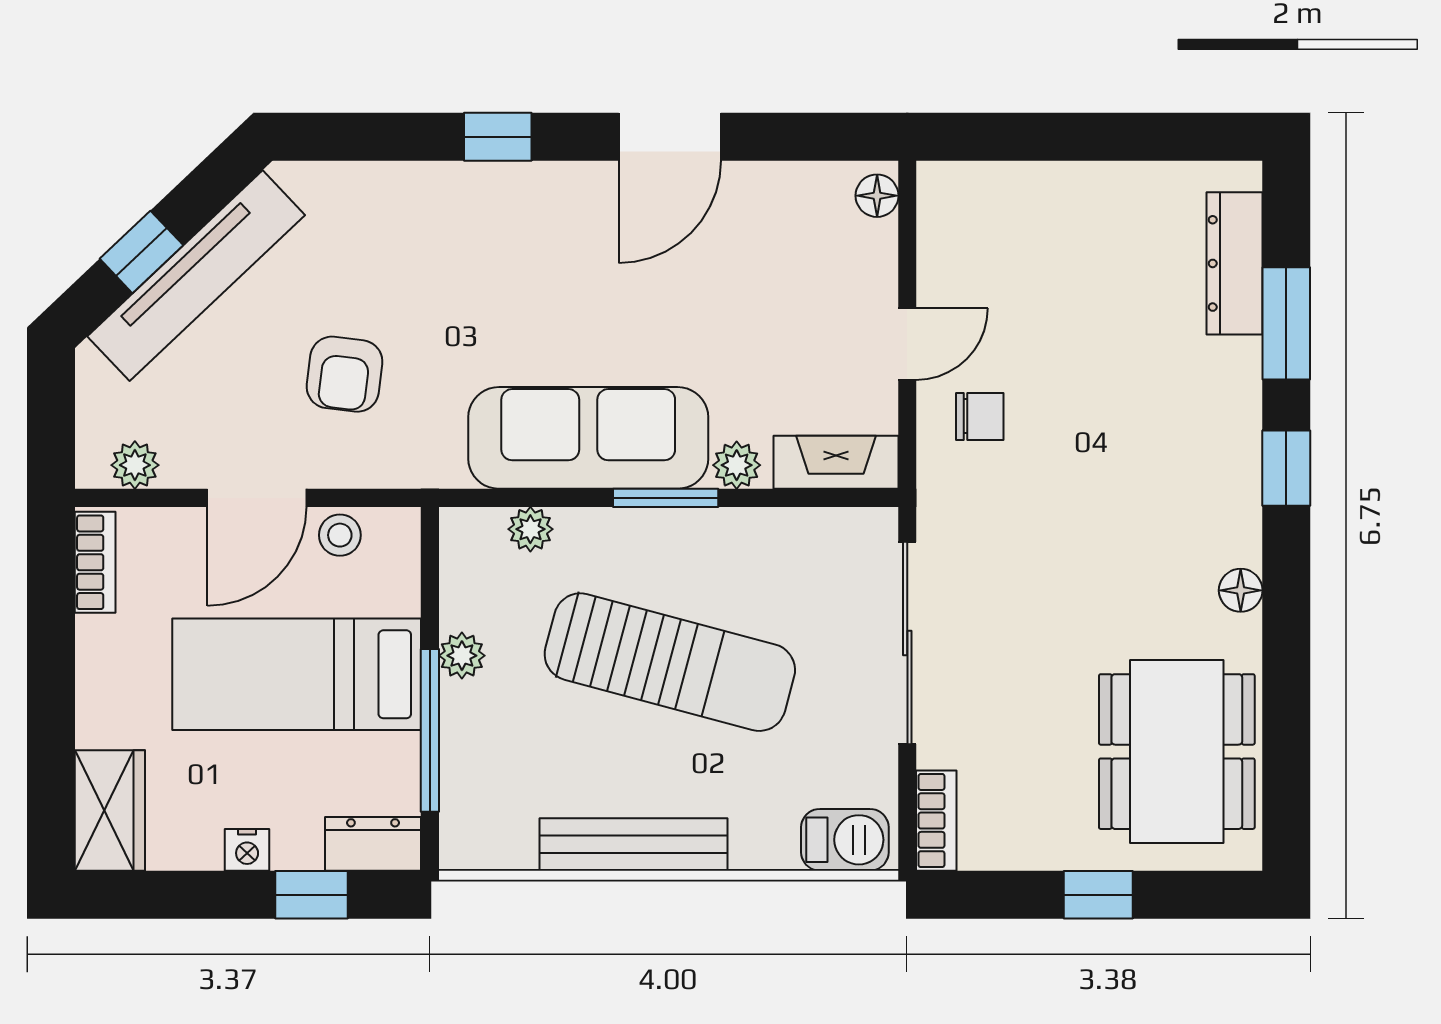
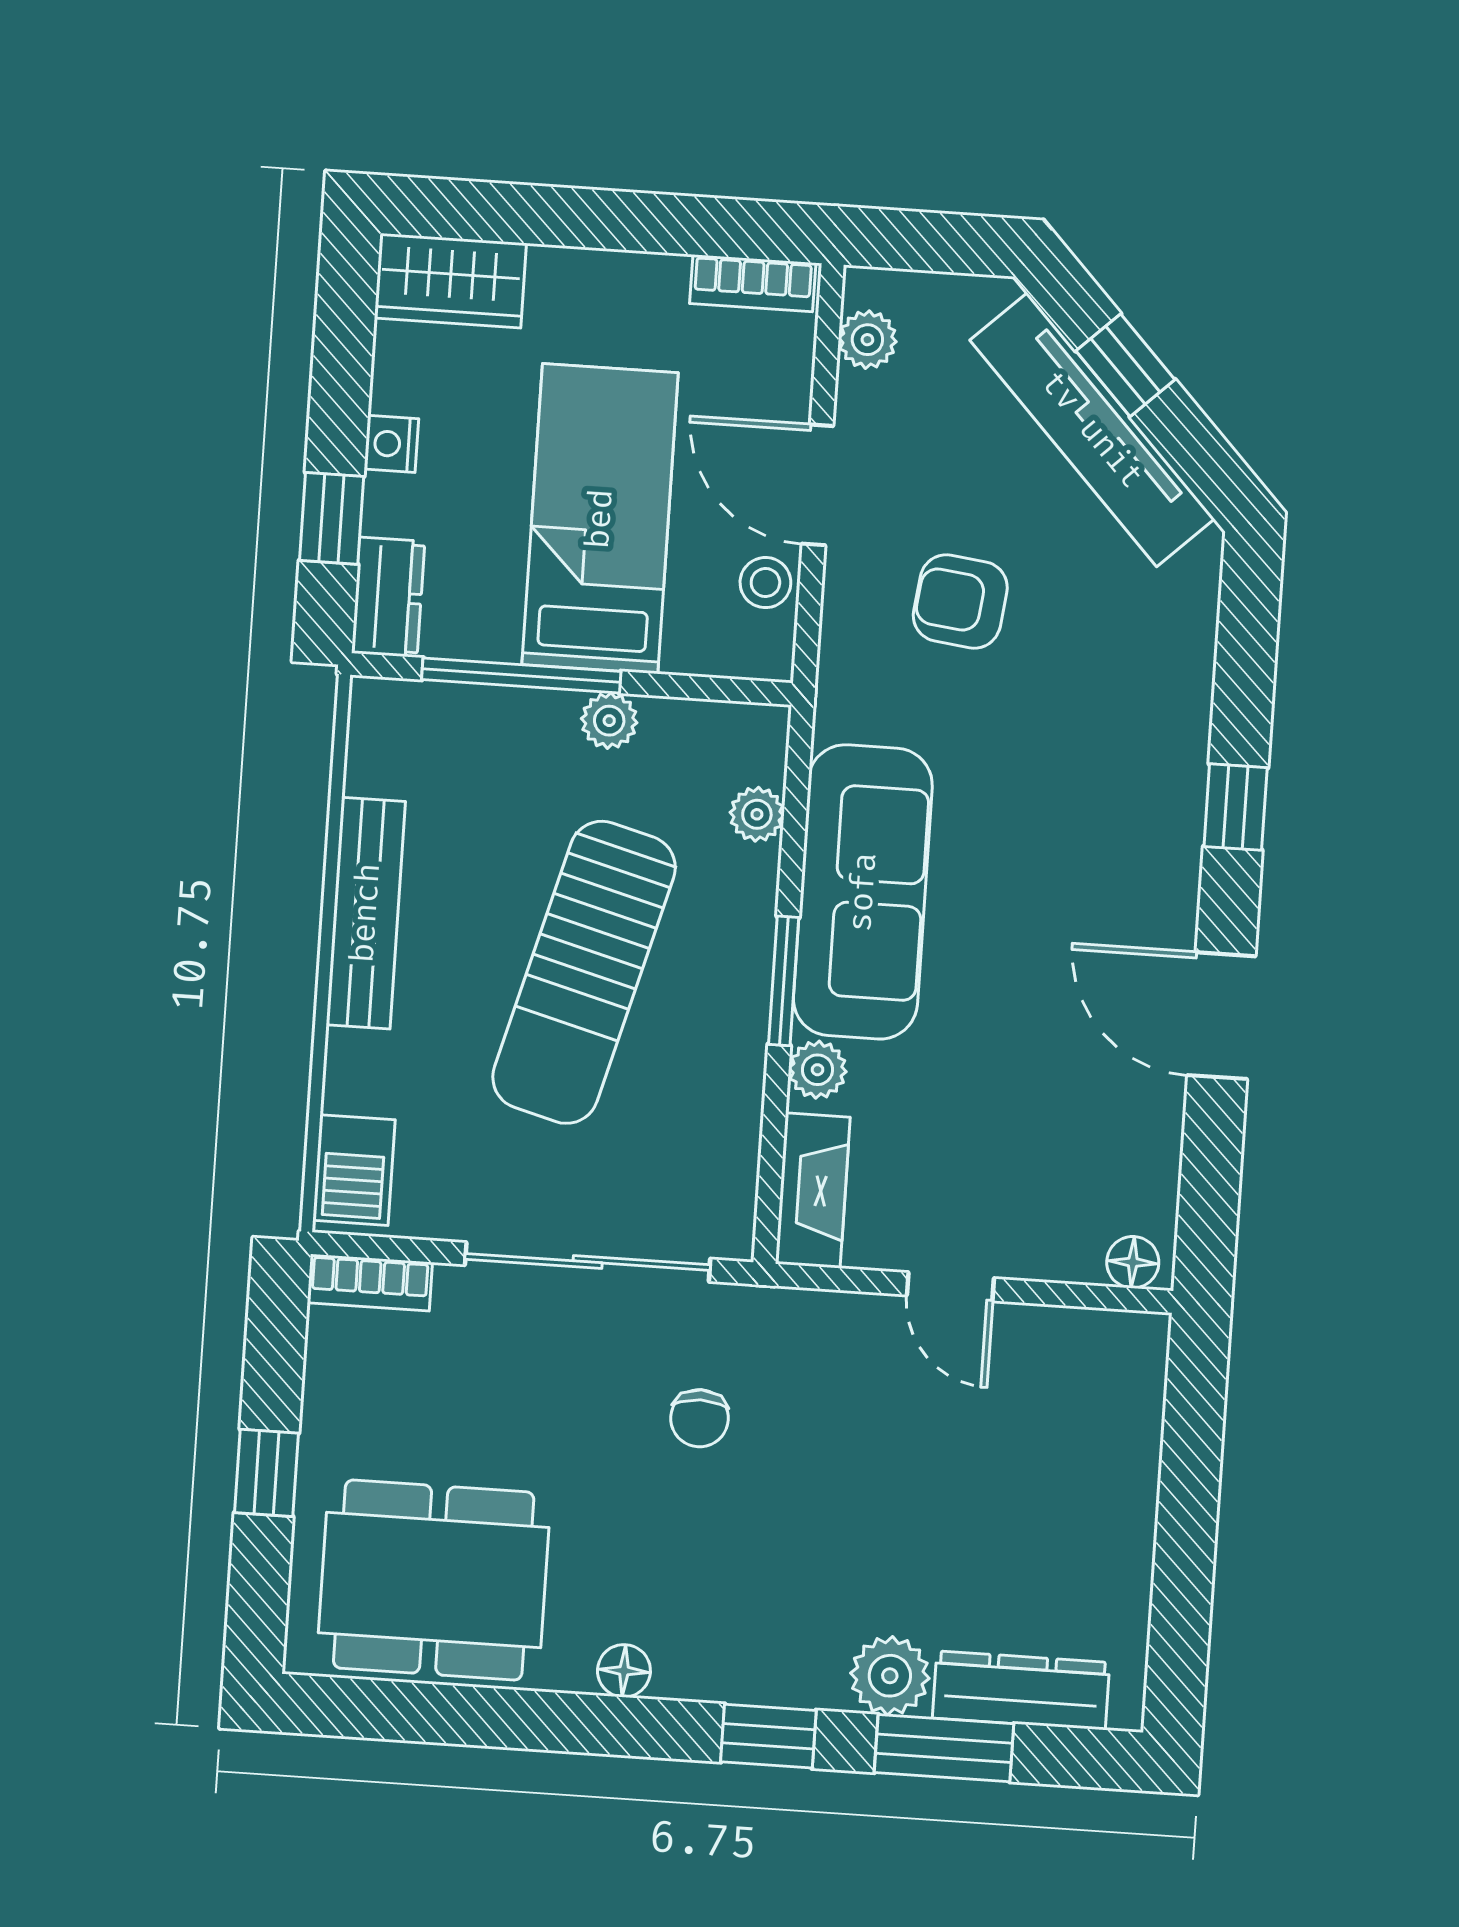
plant: (1230, 372) -> (890, 1676), added
chair: (980, 416) -> (699, 1418), moved

